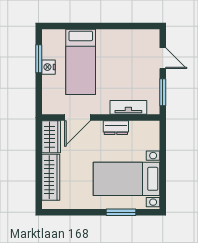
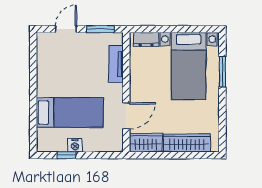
window: (39, 59) -> (66, 155), width x0.67
door: (78, 118) -> (126, 116), hinge flipped
dresser: (116, 128) -> (146, 39), moved, turned 90

